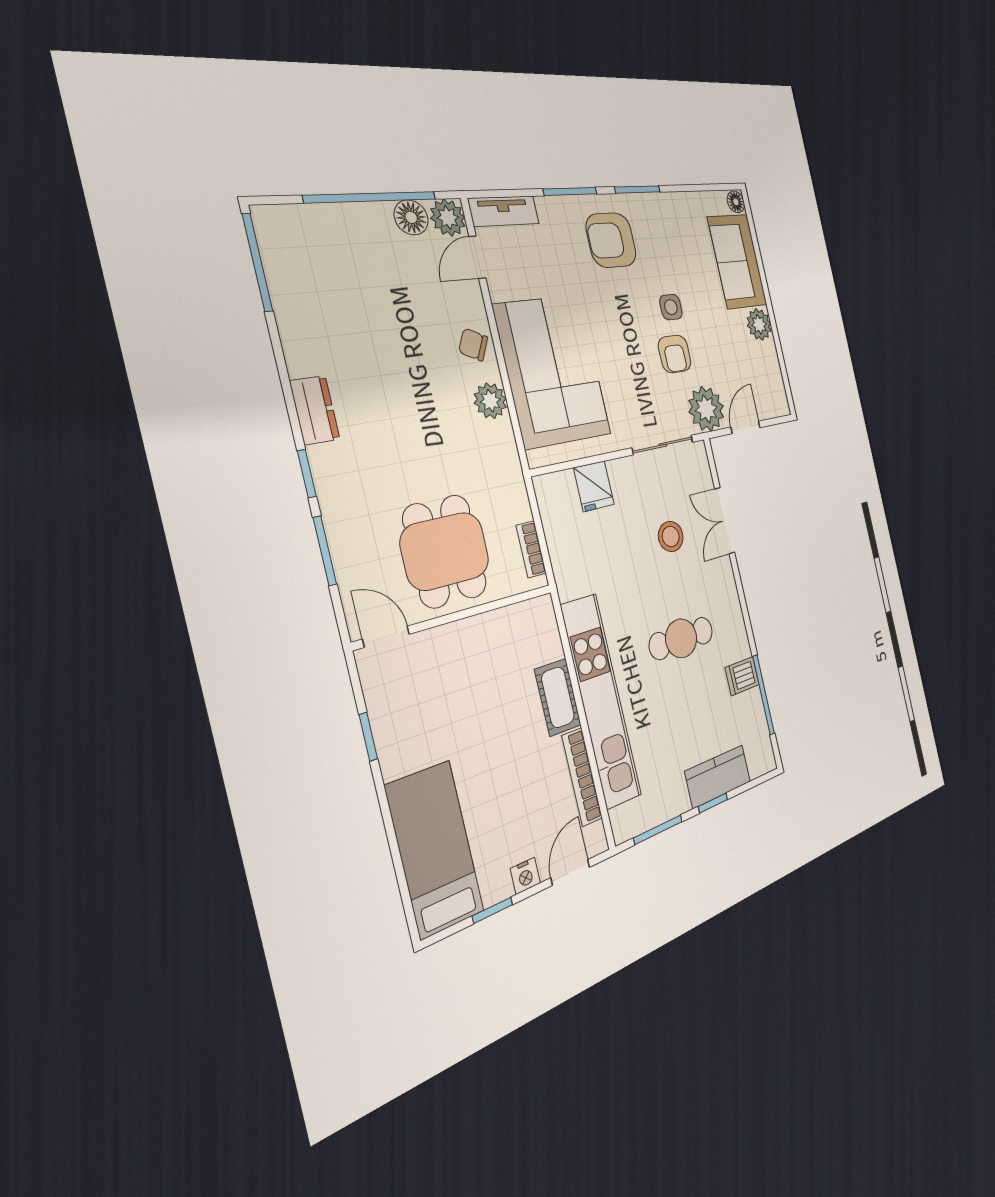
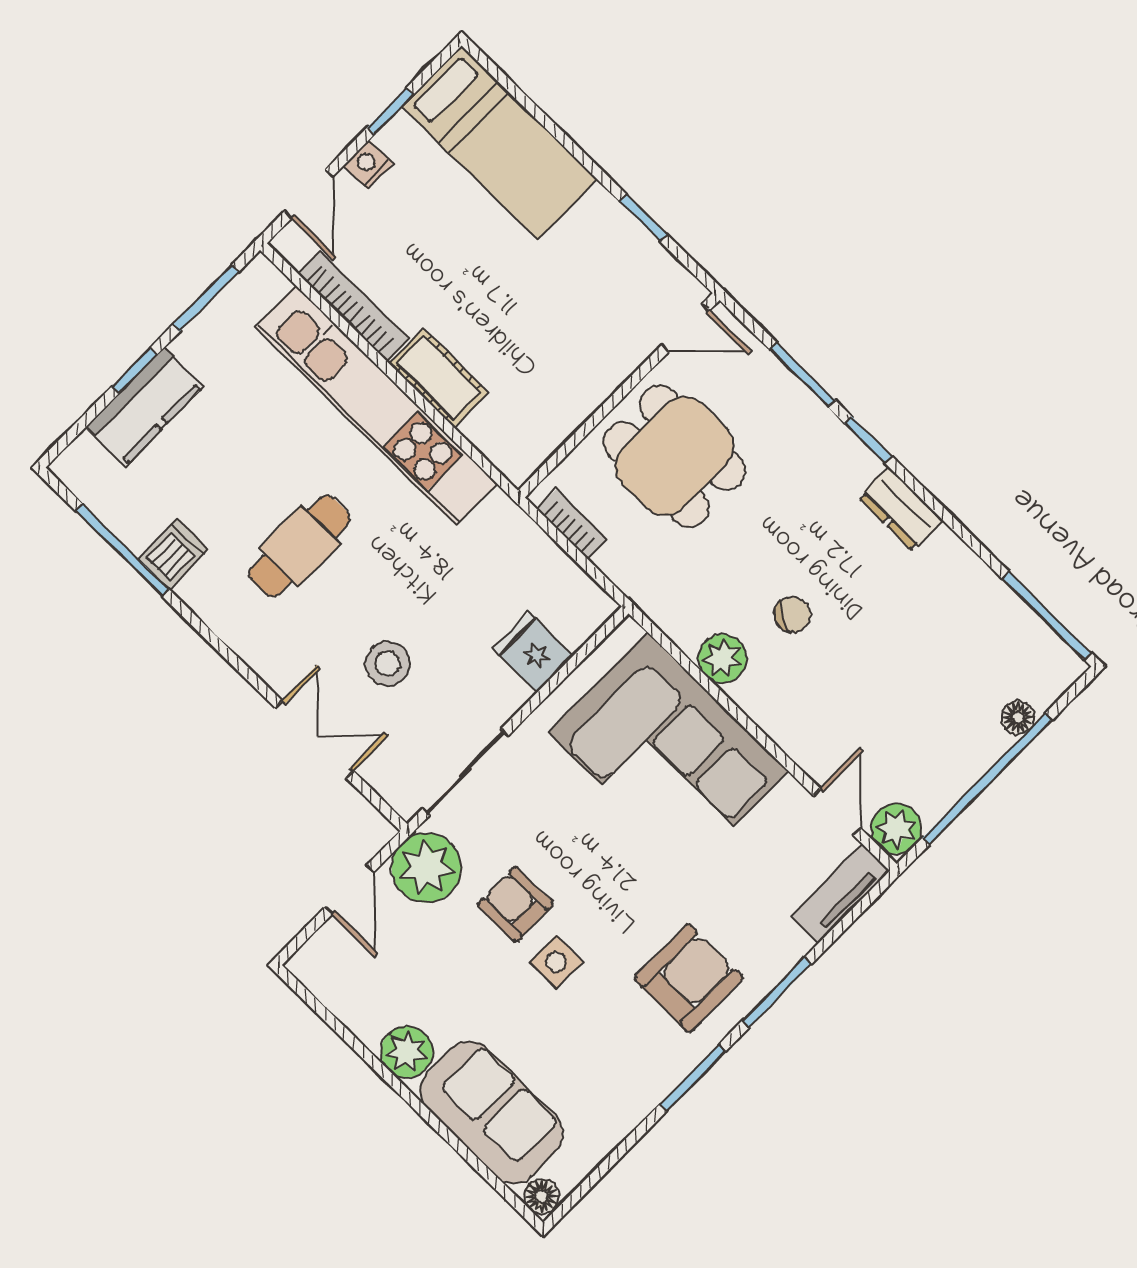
floor lamp: (411, 217) -> (1018, 718), moved, width x0.73, depth x0.73
chair: (473, 345) -> (793, 615), moved

